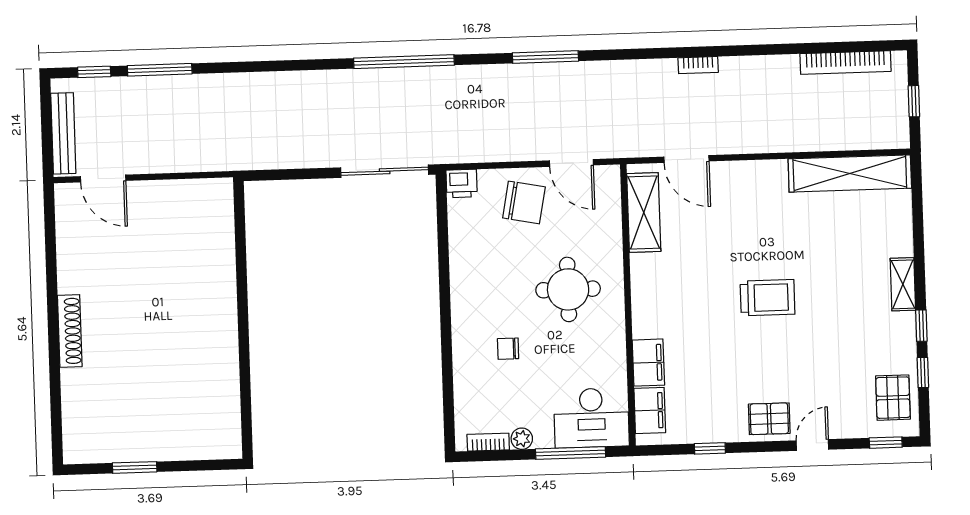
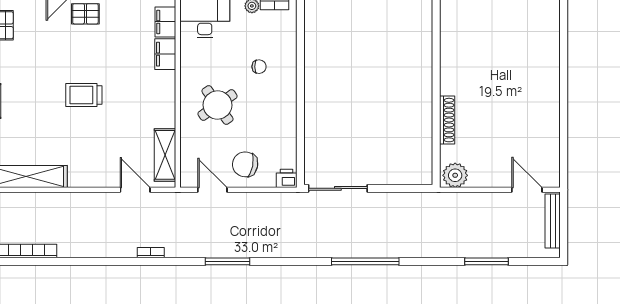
window: (404, 62) -> (365, 261), moved
bookcase: (698, 65) -> (151, 253), moved
window: (94, 72) -> (531, 261), removed
plant: (211, 197) -> (455, 175), added
round table: (568, 289) -> (217, 105), turned -35
shoe rack: (70, 331) -> (447, 120), moved, turned 180

